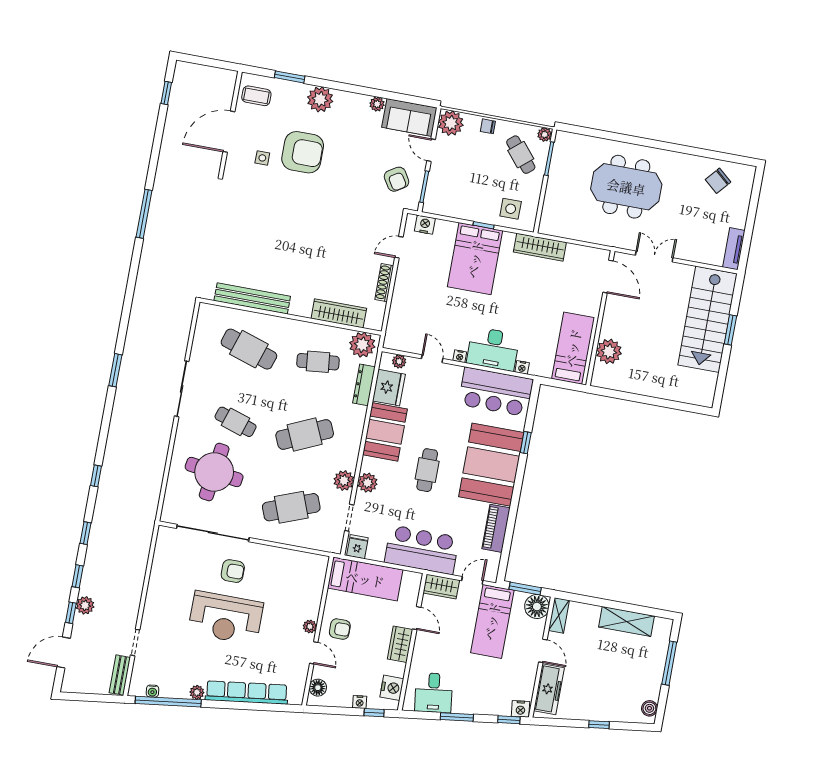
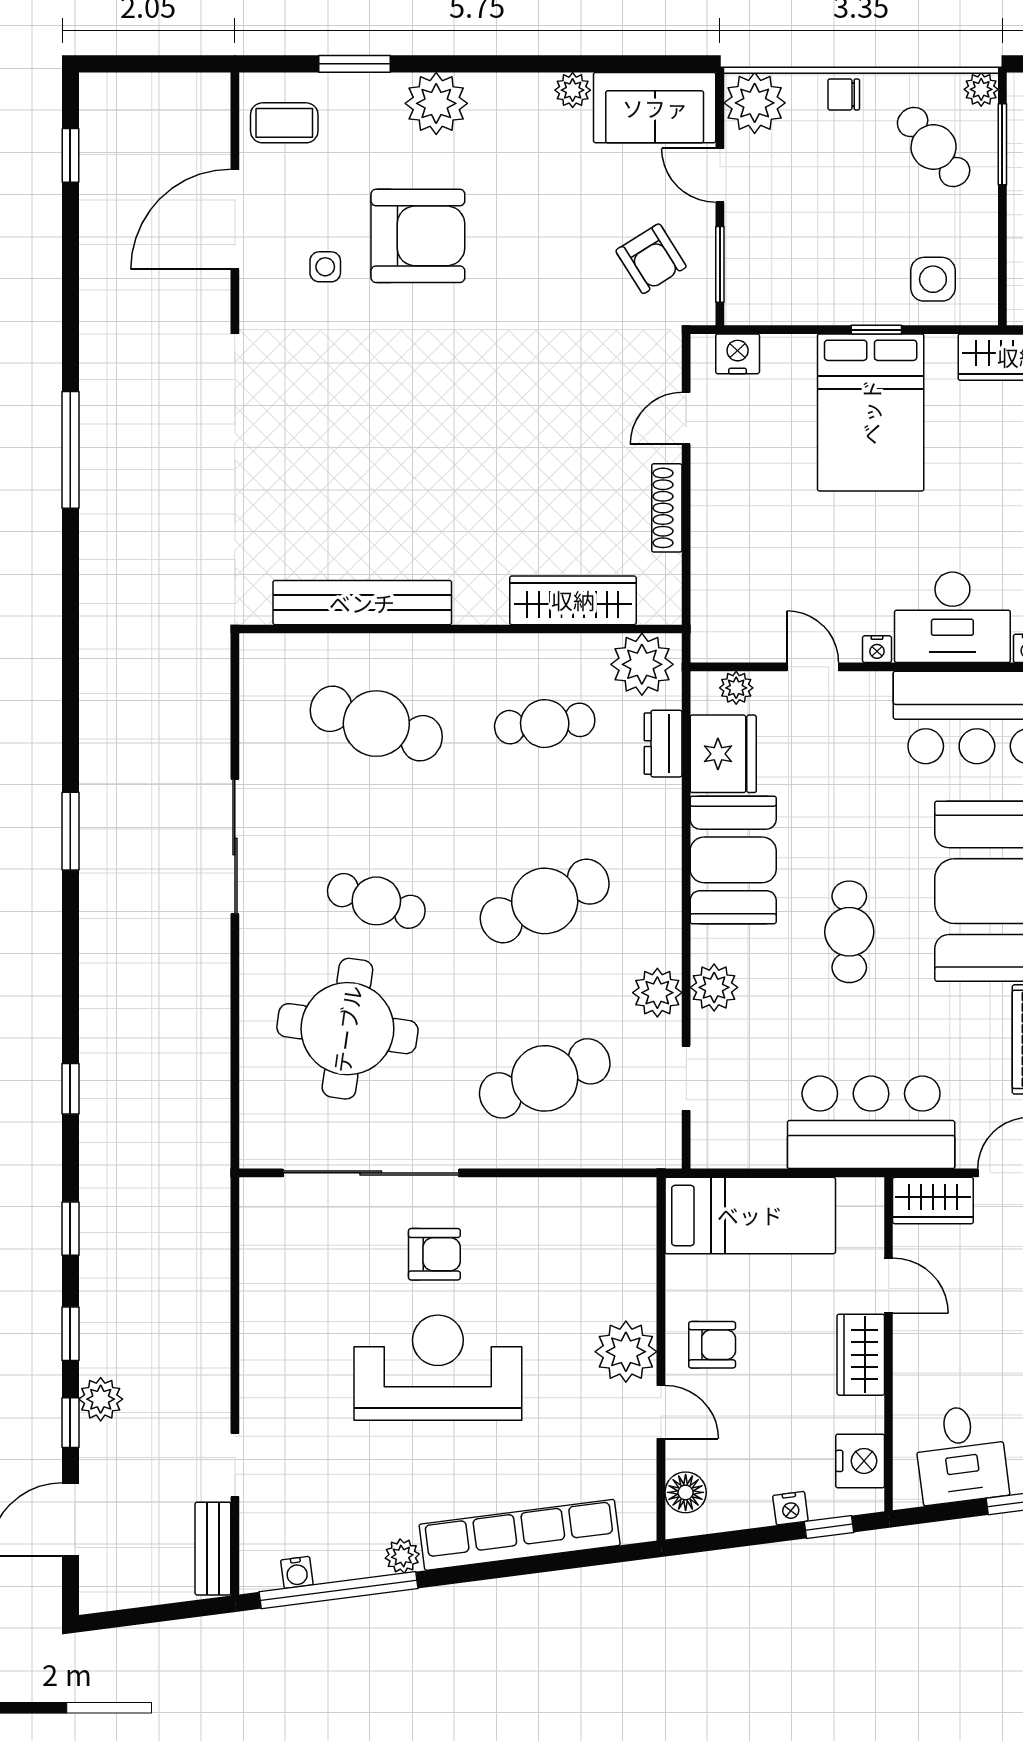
dresser: (364, 385) -> (663, 744), width x0.70
fridge: (357, 547) -> (718, 1143), removed
reception desk: (226, 618) -> (438, 1368), turned 180
plant: (310, 626) -> (626, 1352), width x1.88, depth x1.88

